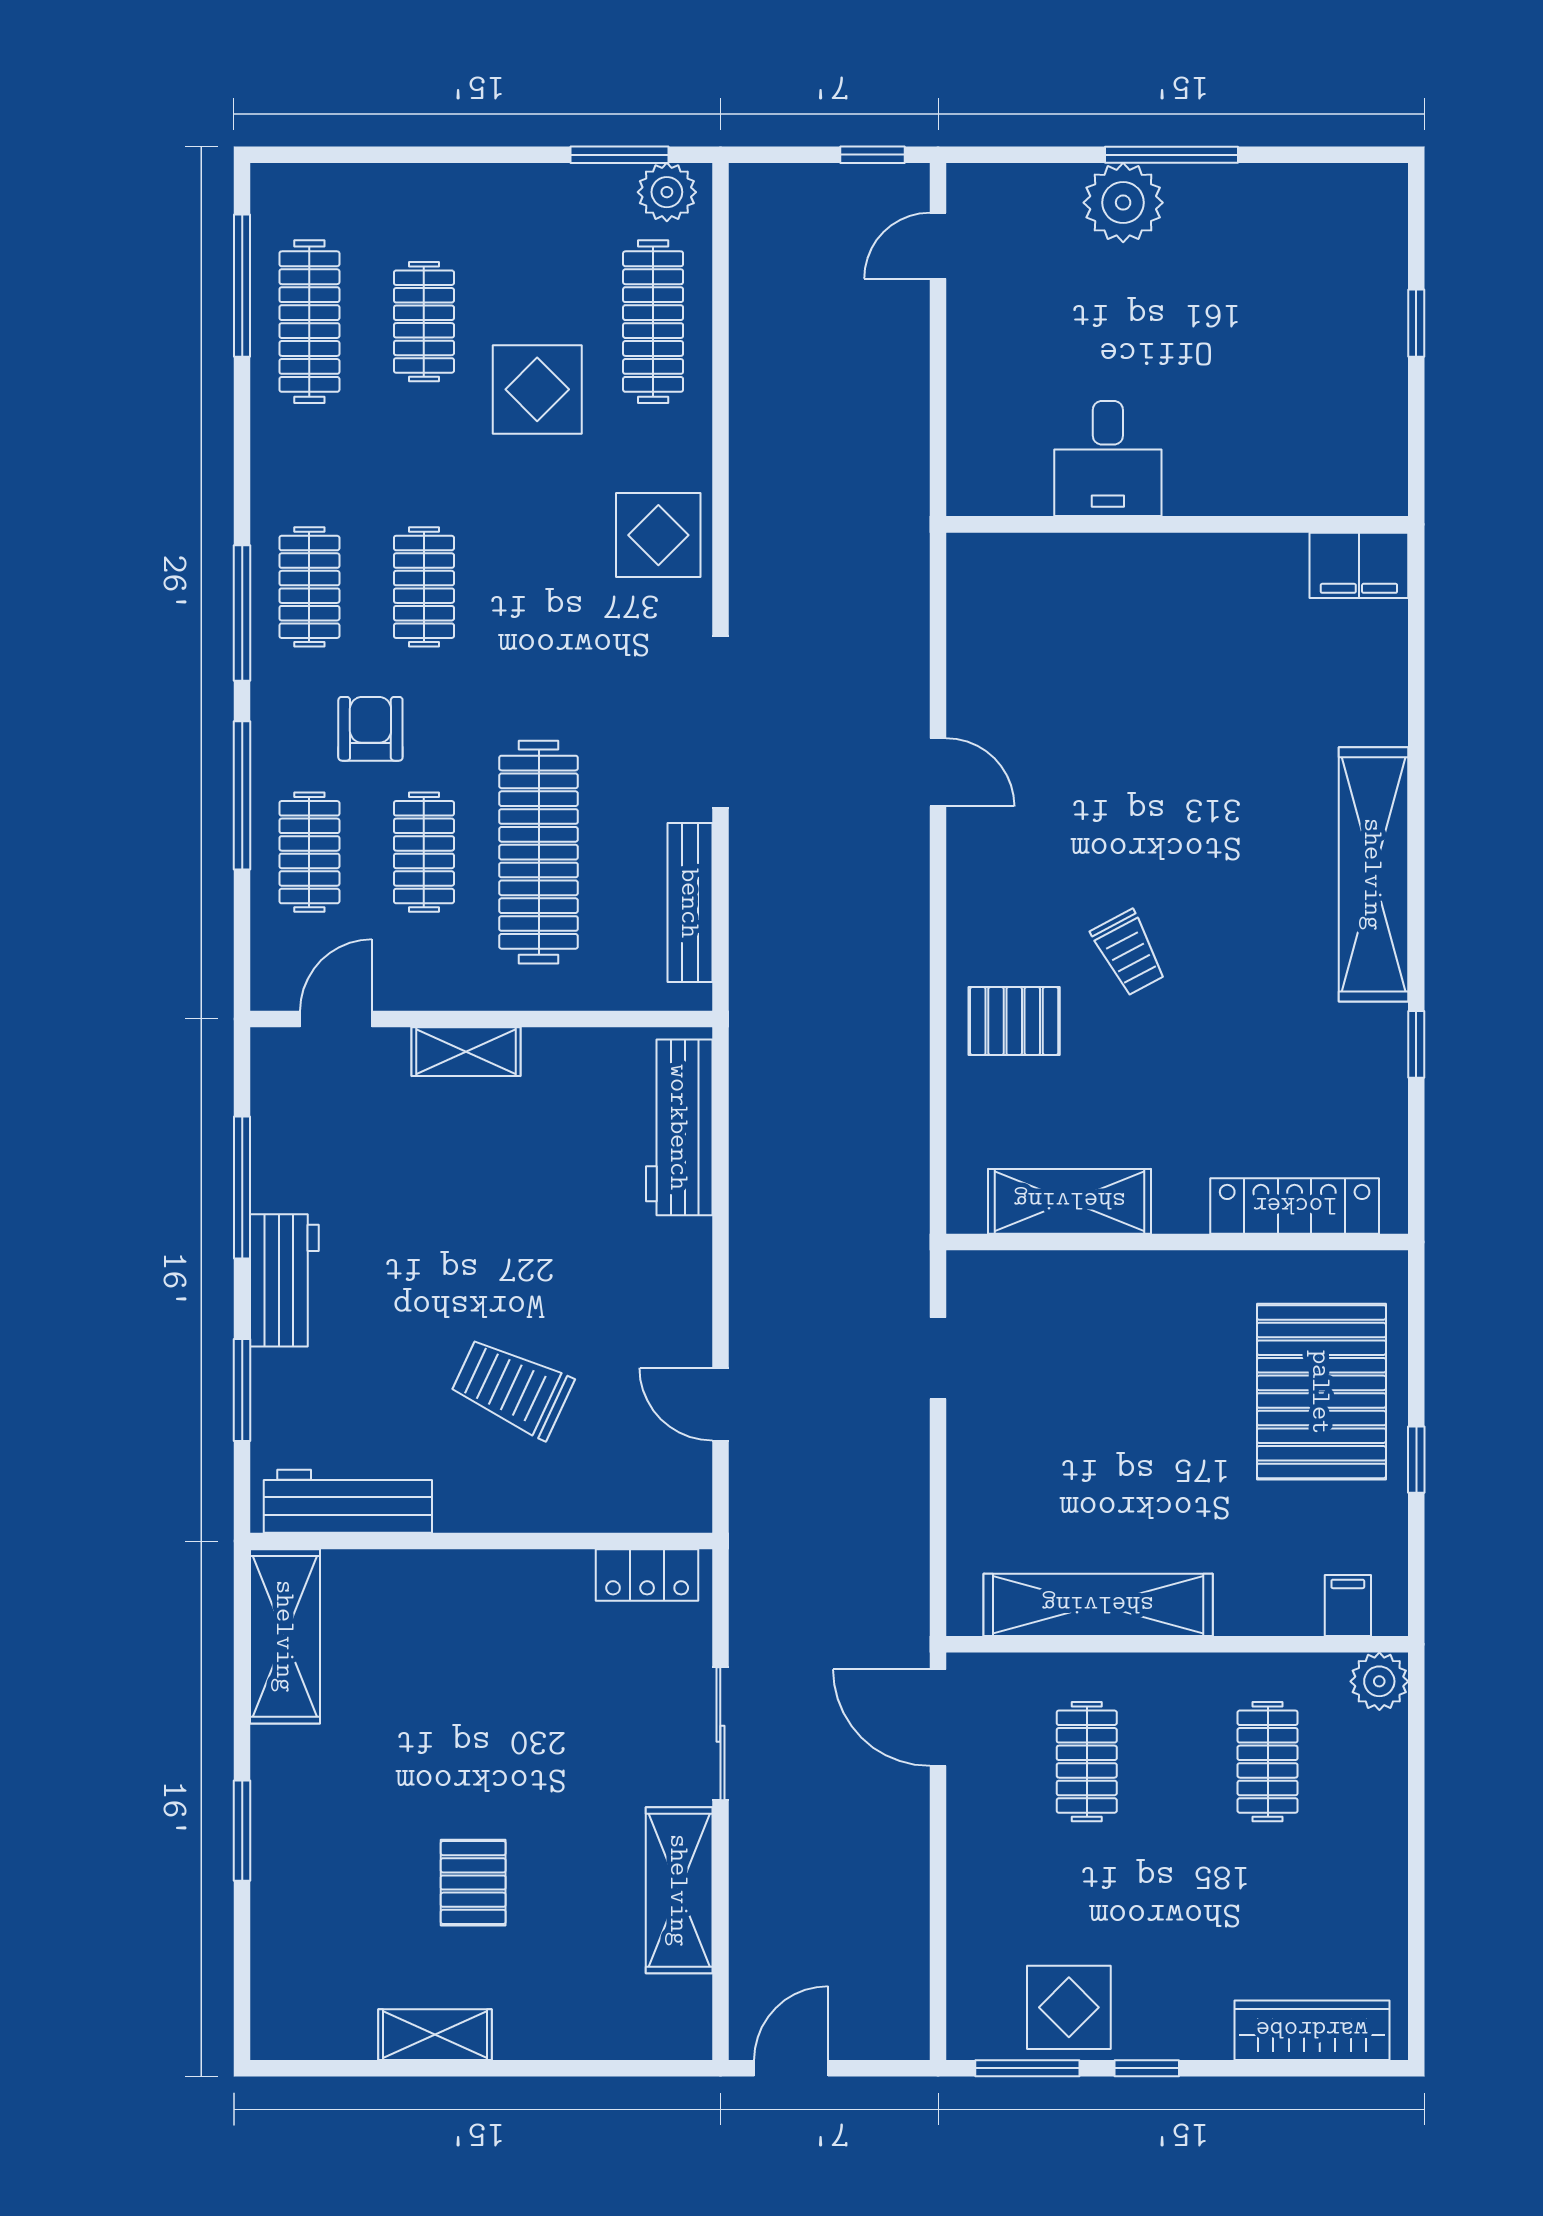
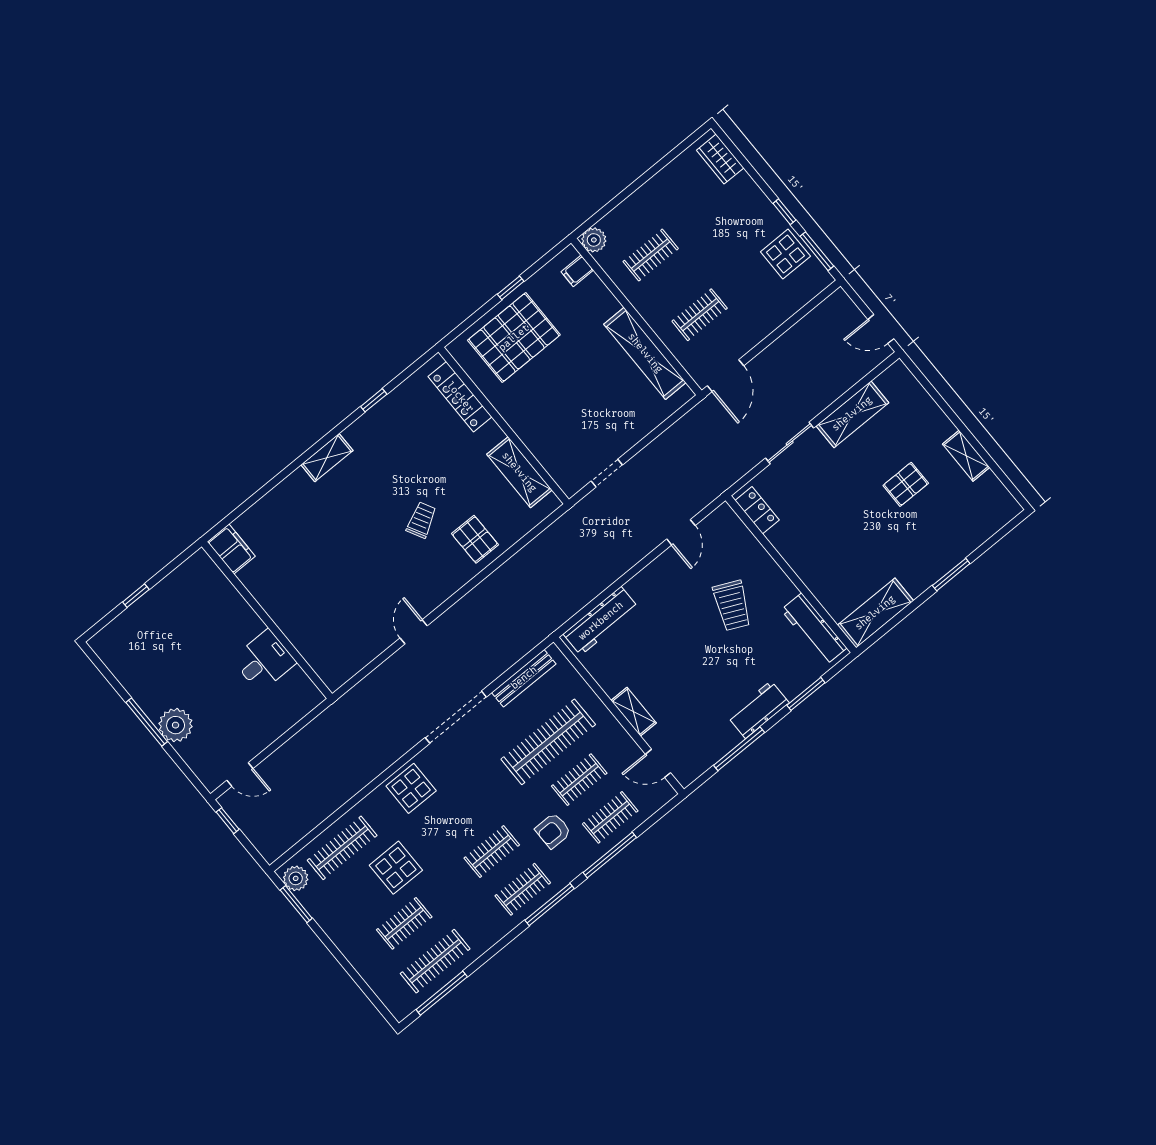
shelving: (1373, 874) -> (327, 458), width x0.45, depth x0.75
wardrobe: (1312, 2030) -> (720, 159), width x0.67

